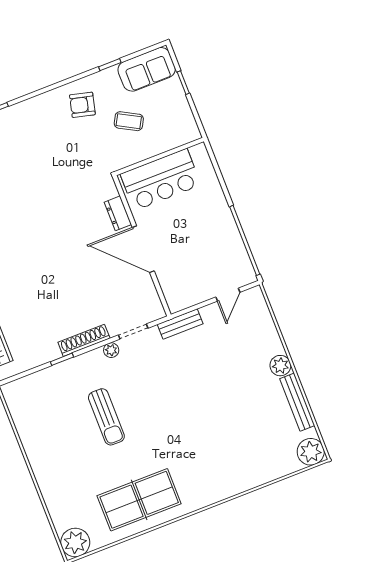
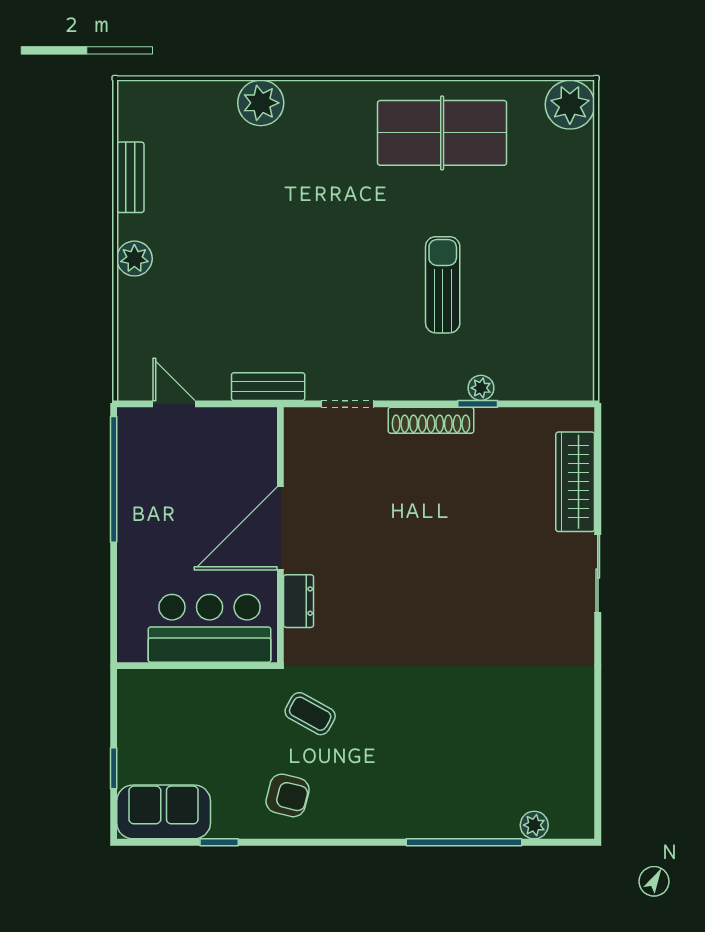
coffee table: (129, 121) -> (310, 714), moved
door: (143, 249) -> (280, 528), swing flipped
door: (228, 295) -> (174, 404), hinge flipped
plant: (111, 350) -> (481, 388), moved
bench: (297, 402) -> (130, 177), width x0.73
plant: (311, 452) -> (261, 103), moved

